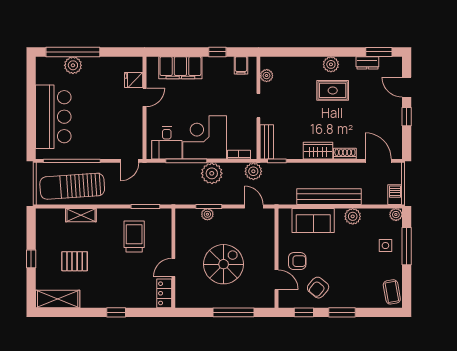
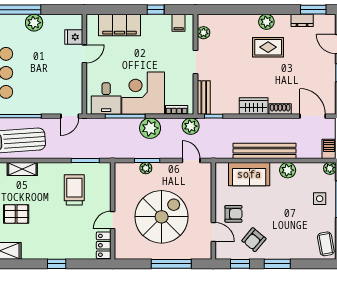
plant: (73, 65) -> (34, 23), moved
spiral stairs: (224, 264) -> (162, 217), width x1.37, depth x1.37

